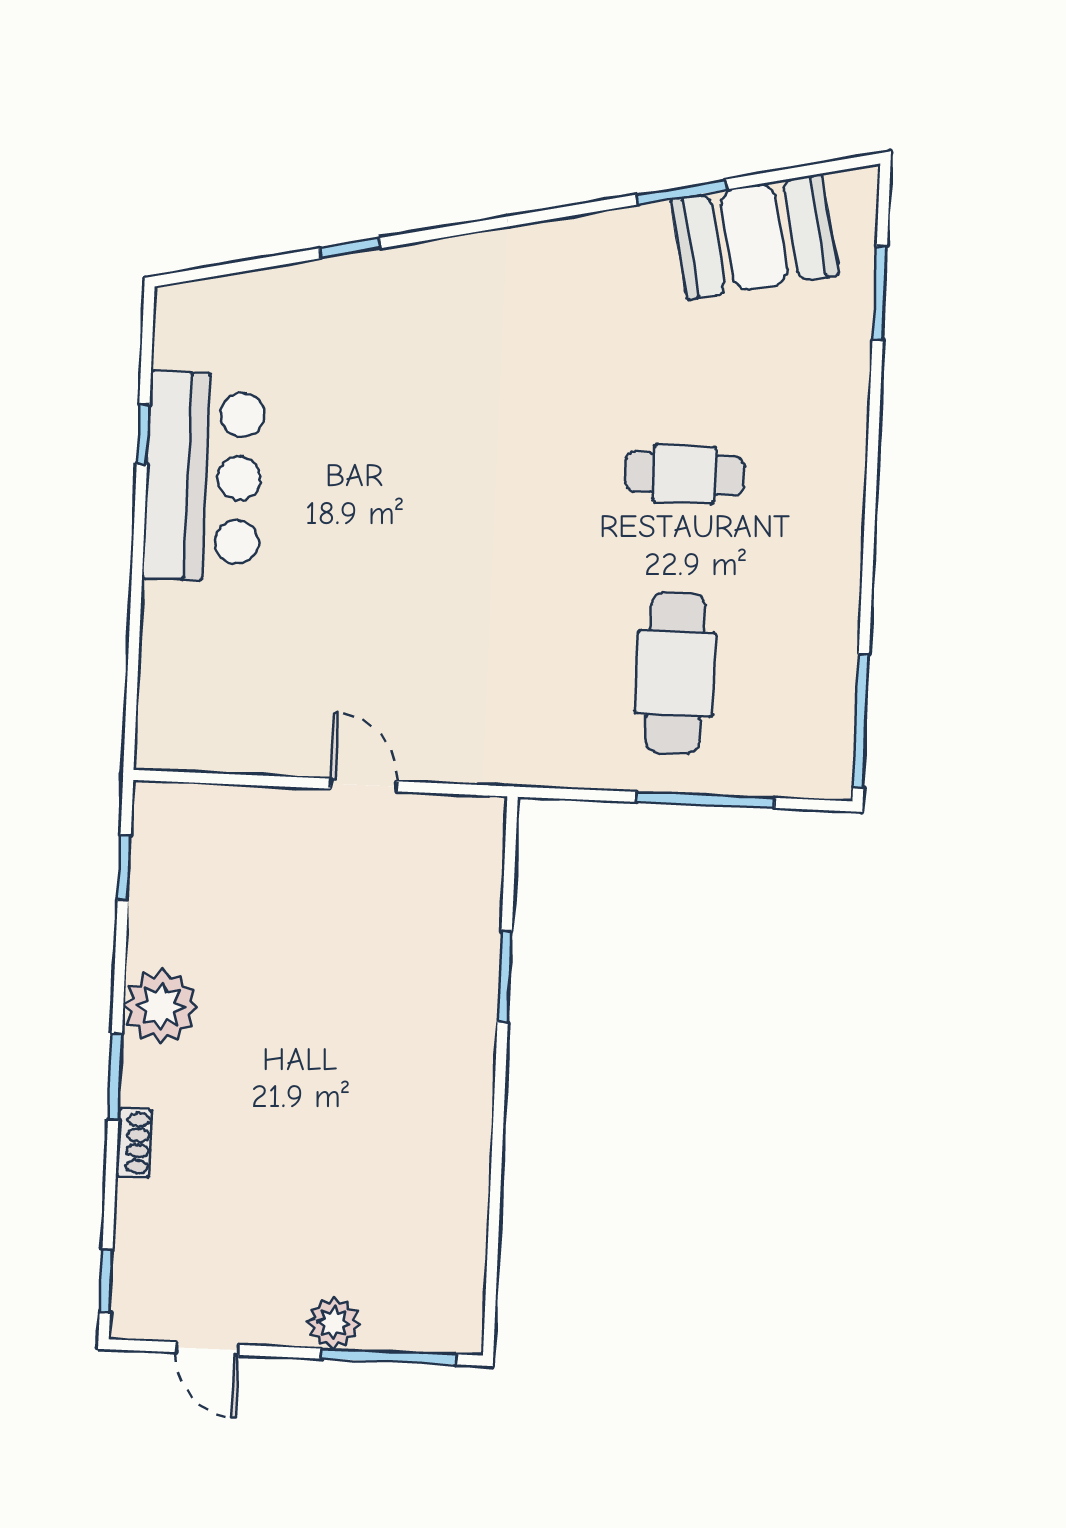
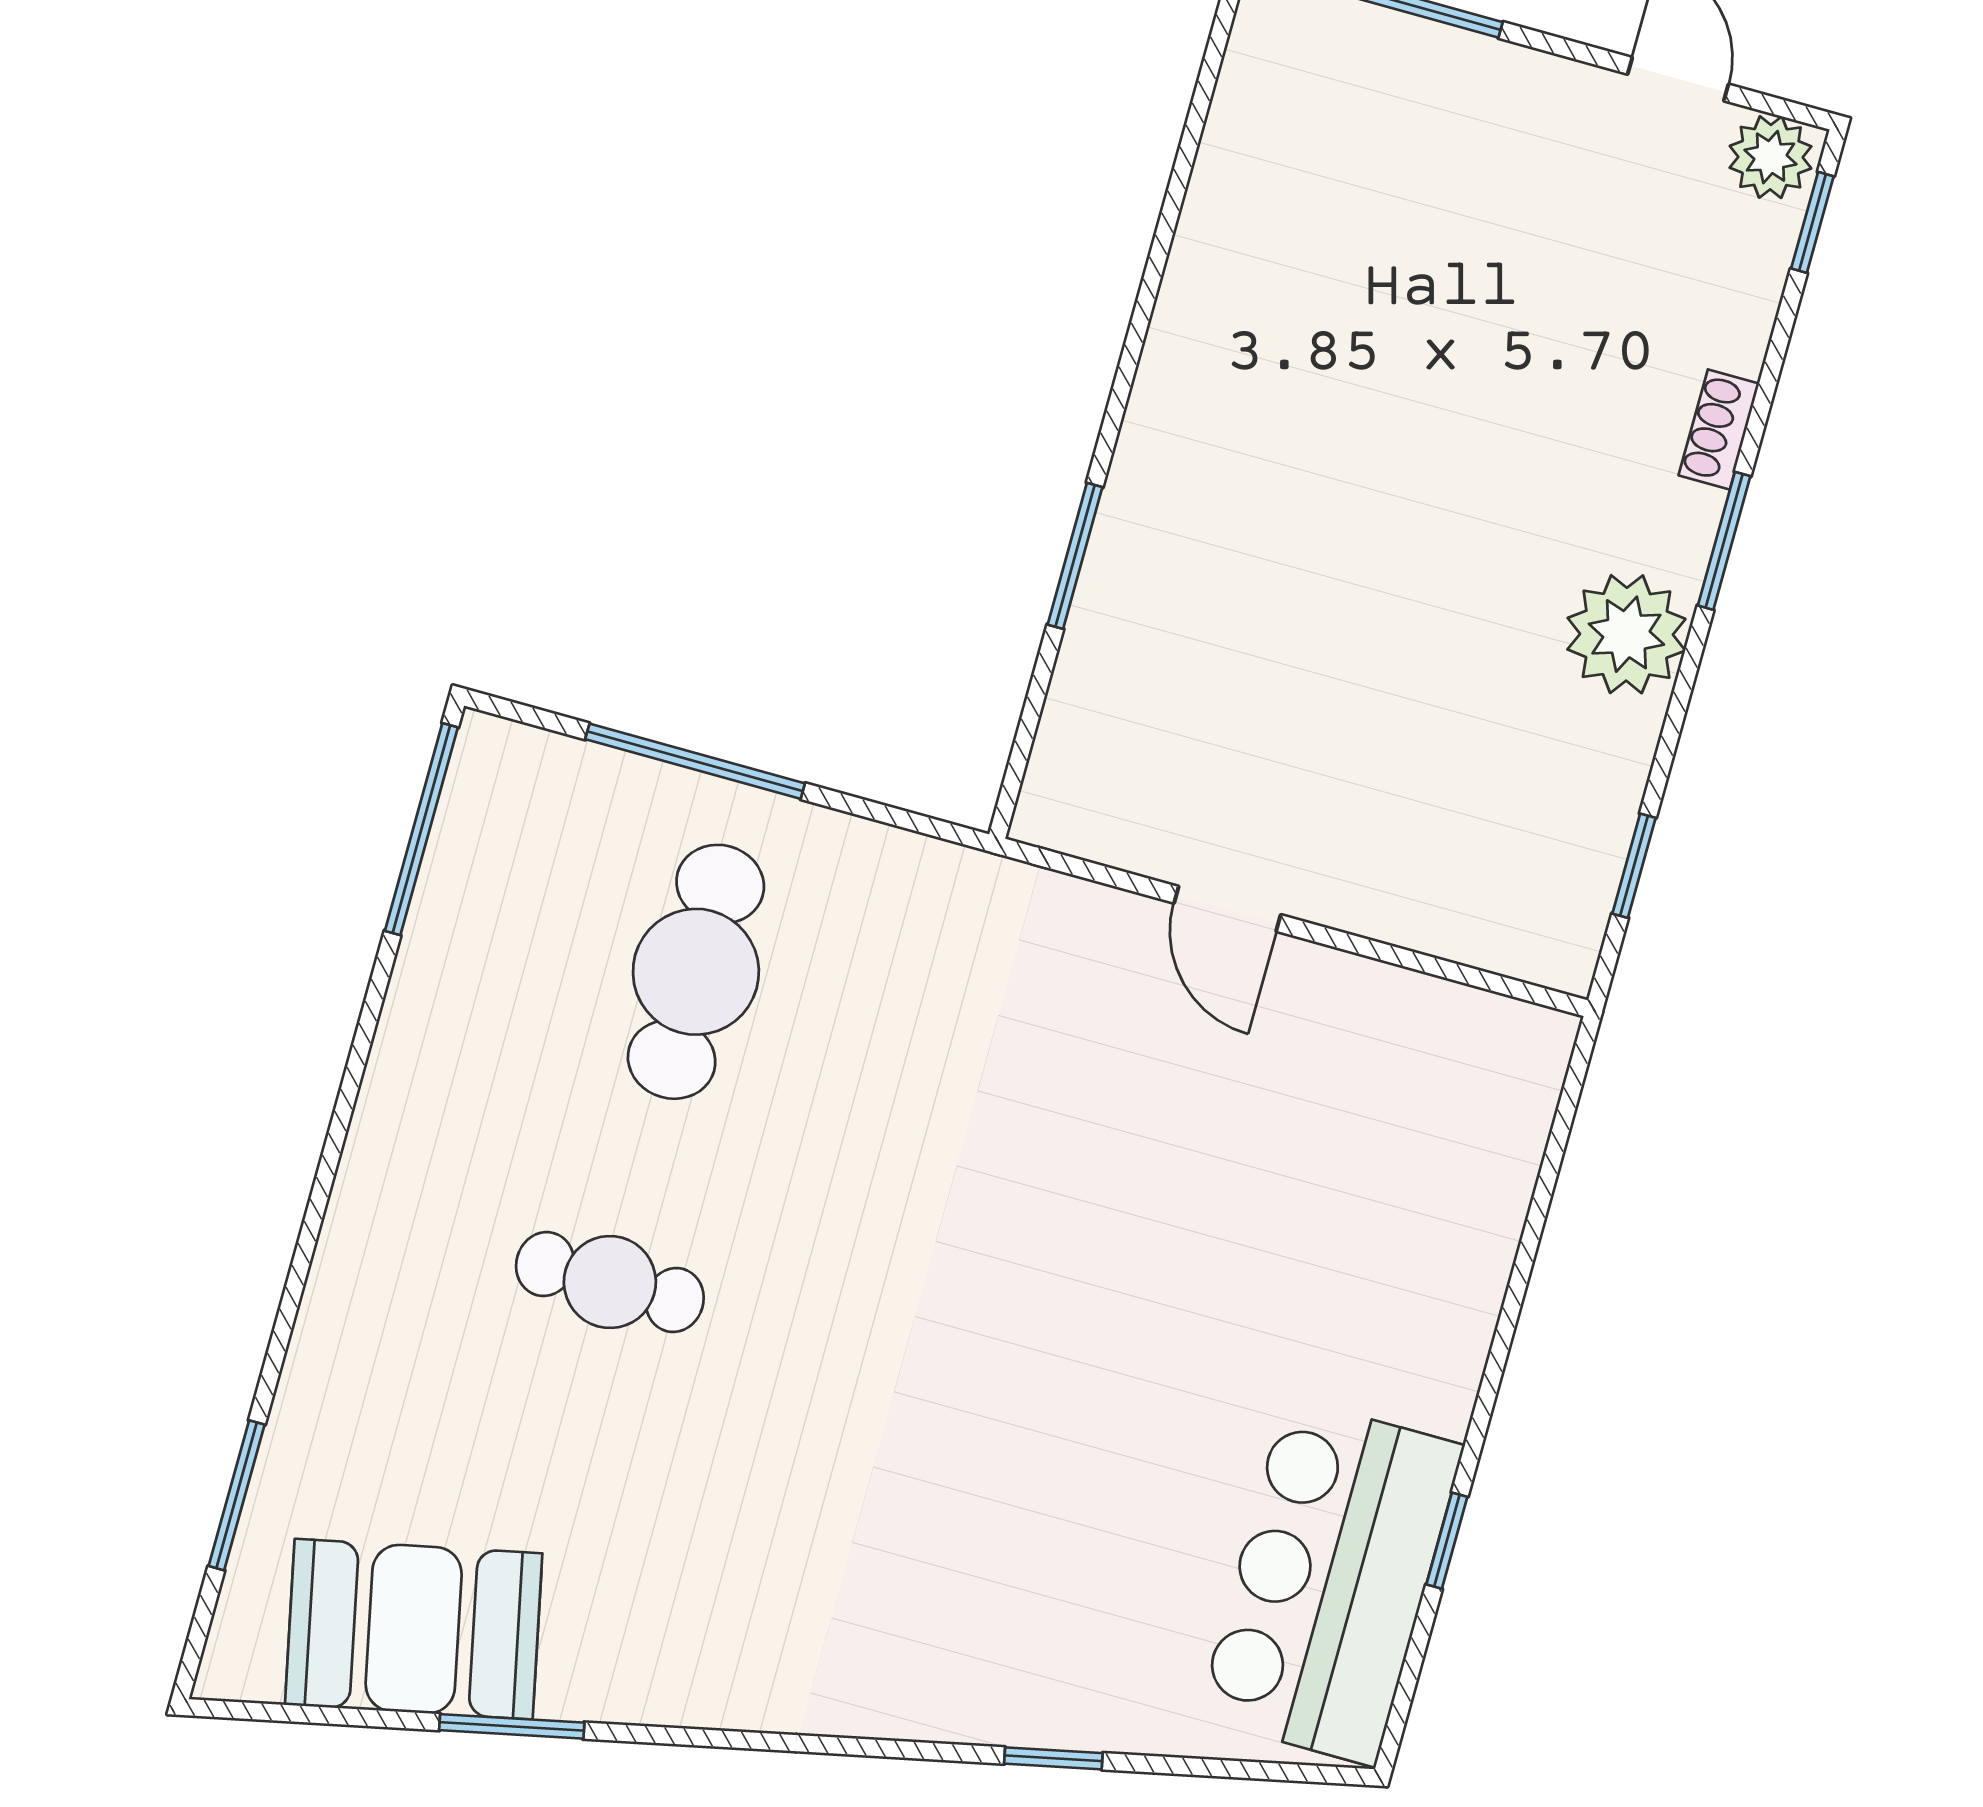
bar counter: (204, 477) -> (1331, 1582), moved
plant: (334, 1323) -> (1771, 157), moved

